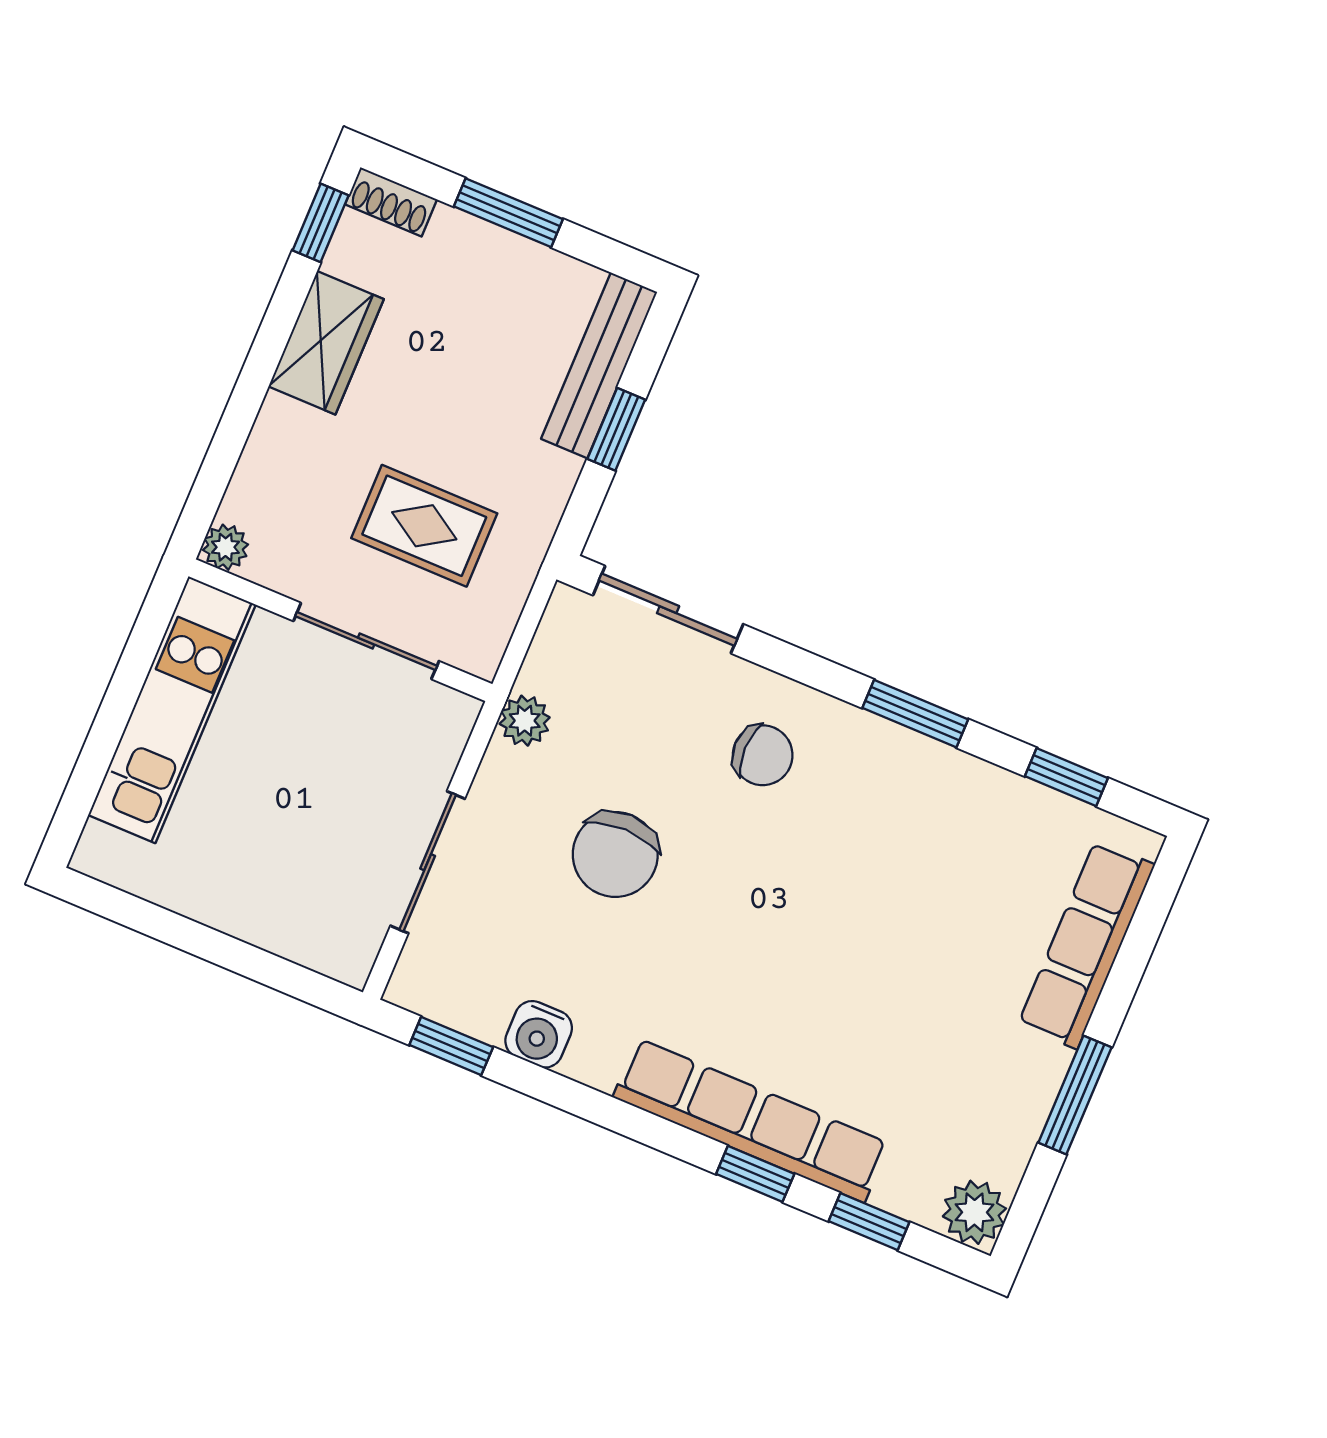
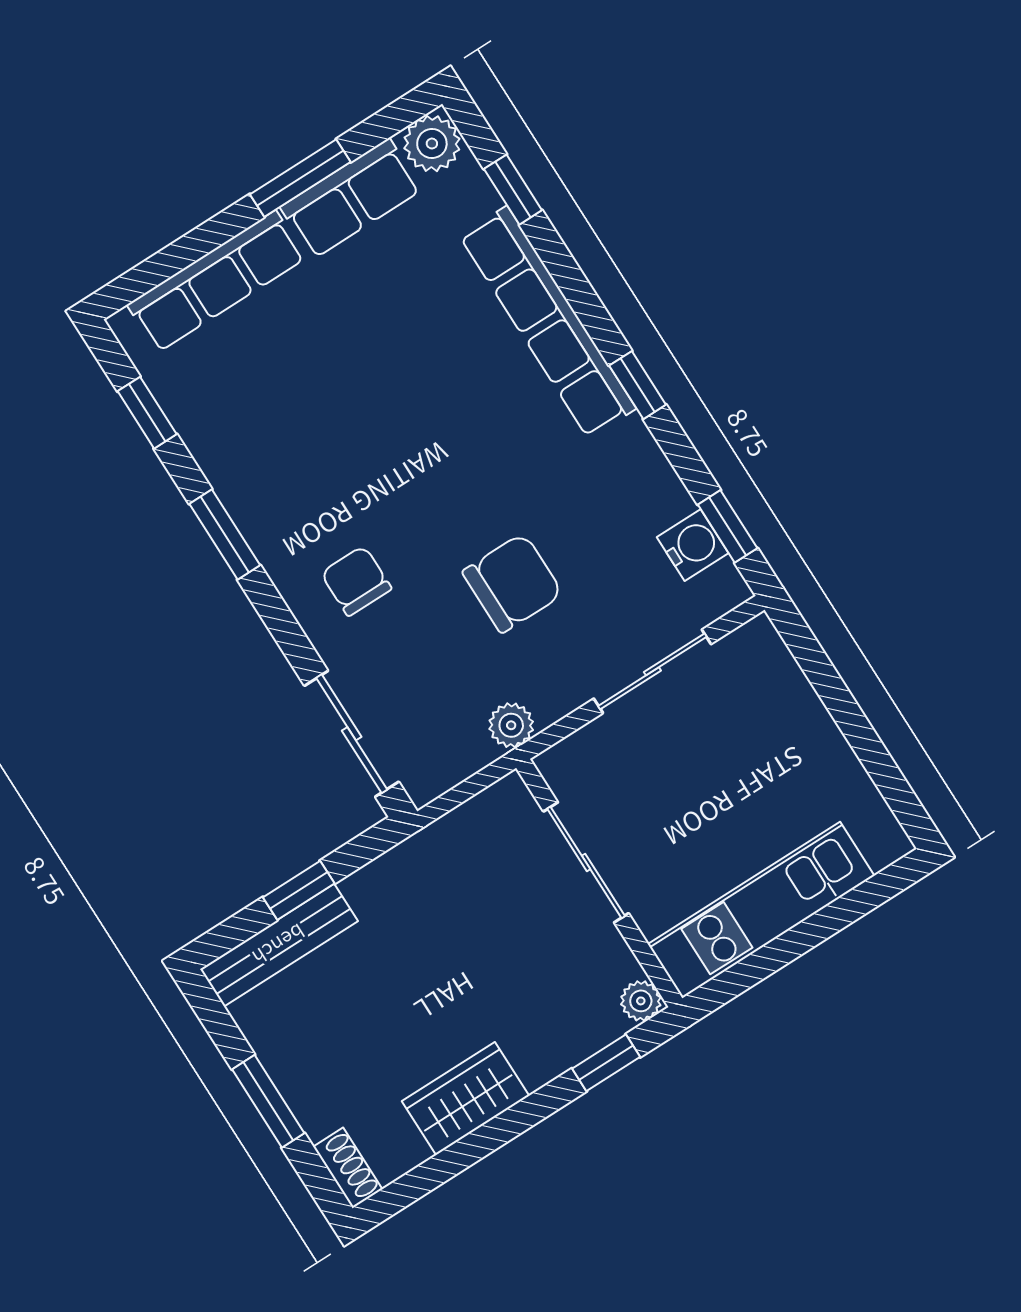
window: (321, 223) -> (606, 1063), moved
rug: (424, 526) -> (486, 917), removed
water cooler: (539, 1034) -> (693, 545), moved
row of seats: (1014, 1109) -> (351, 198), added
window: (755, 1174) -> (638, 385), moved

